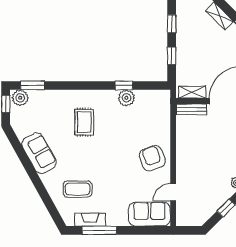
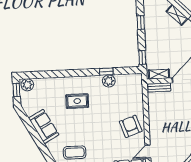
window: (172, 56) -> (142, 57), moved
window: (33, 86) -> (36, 75), removed
rug: (84, 122) -> (77, 101), turned 90

